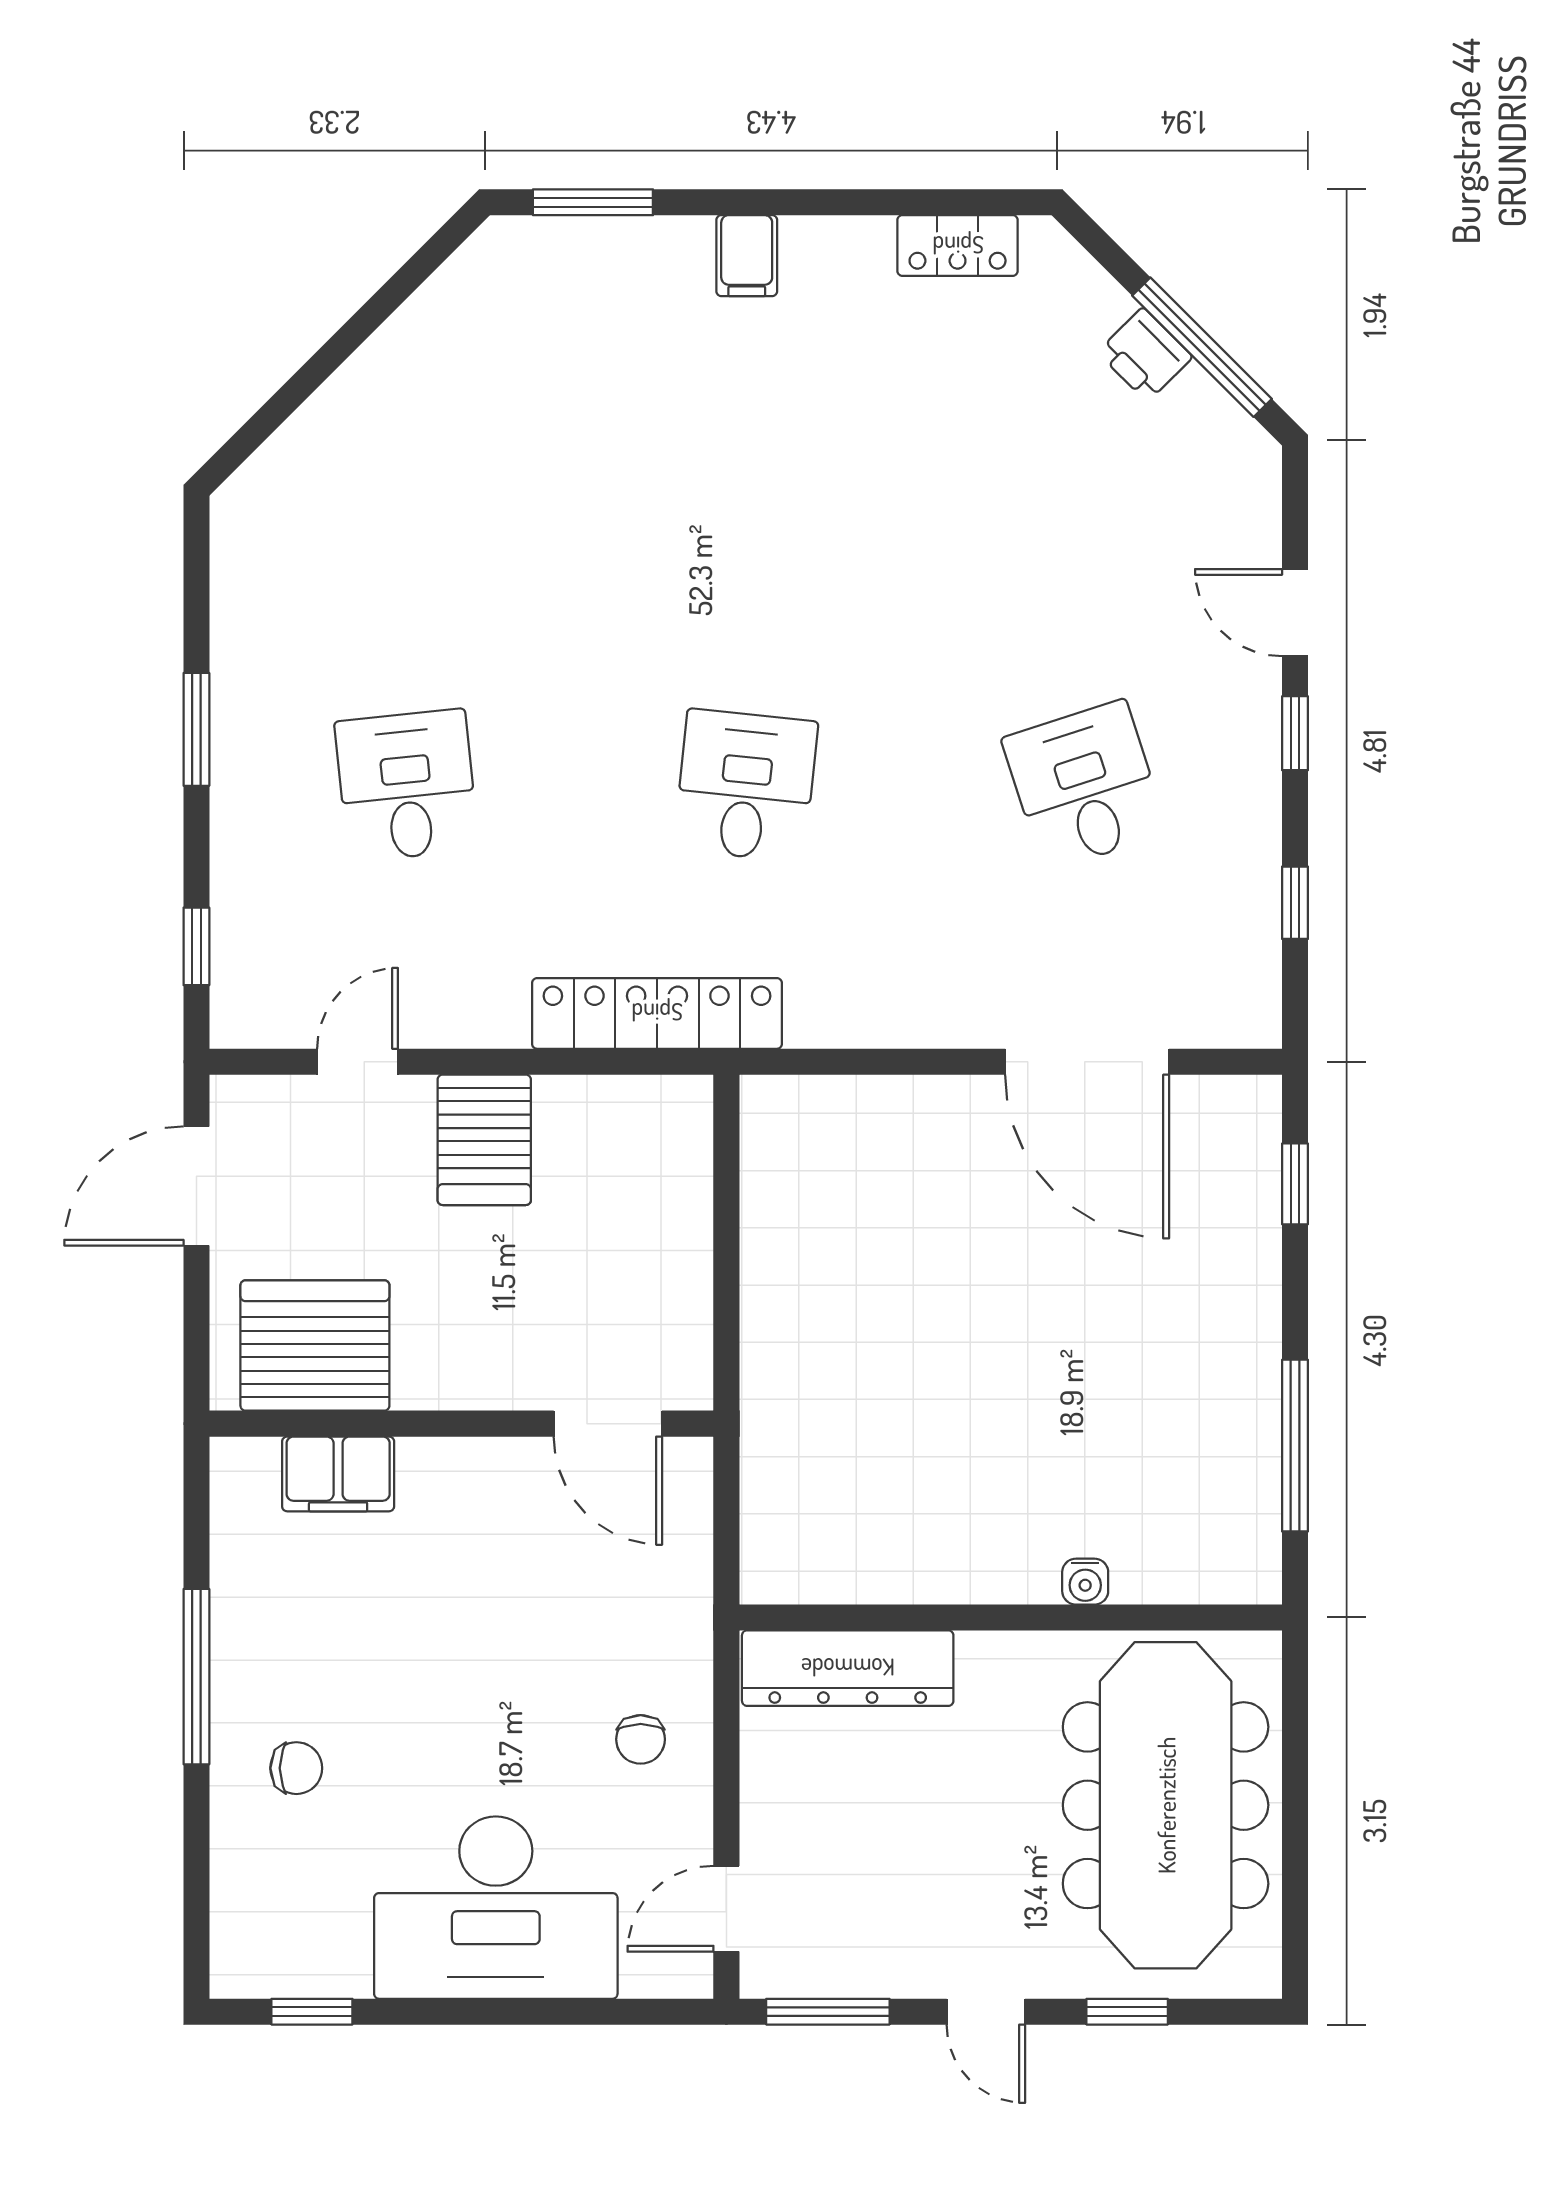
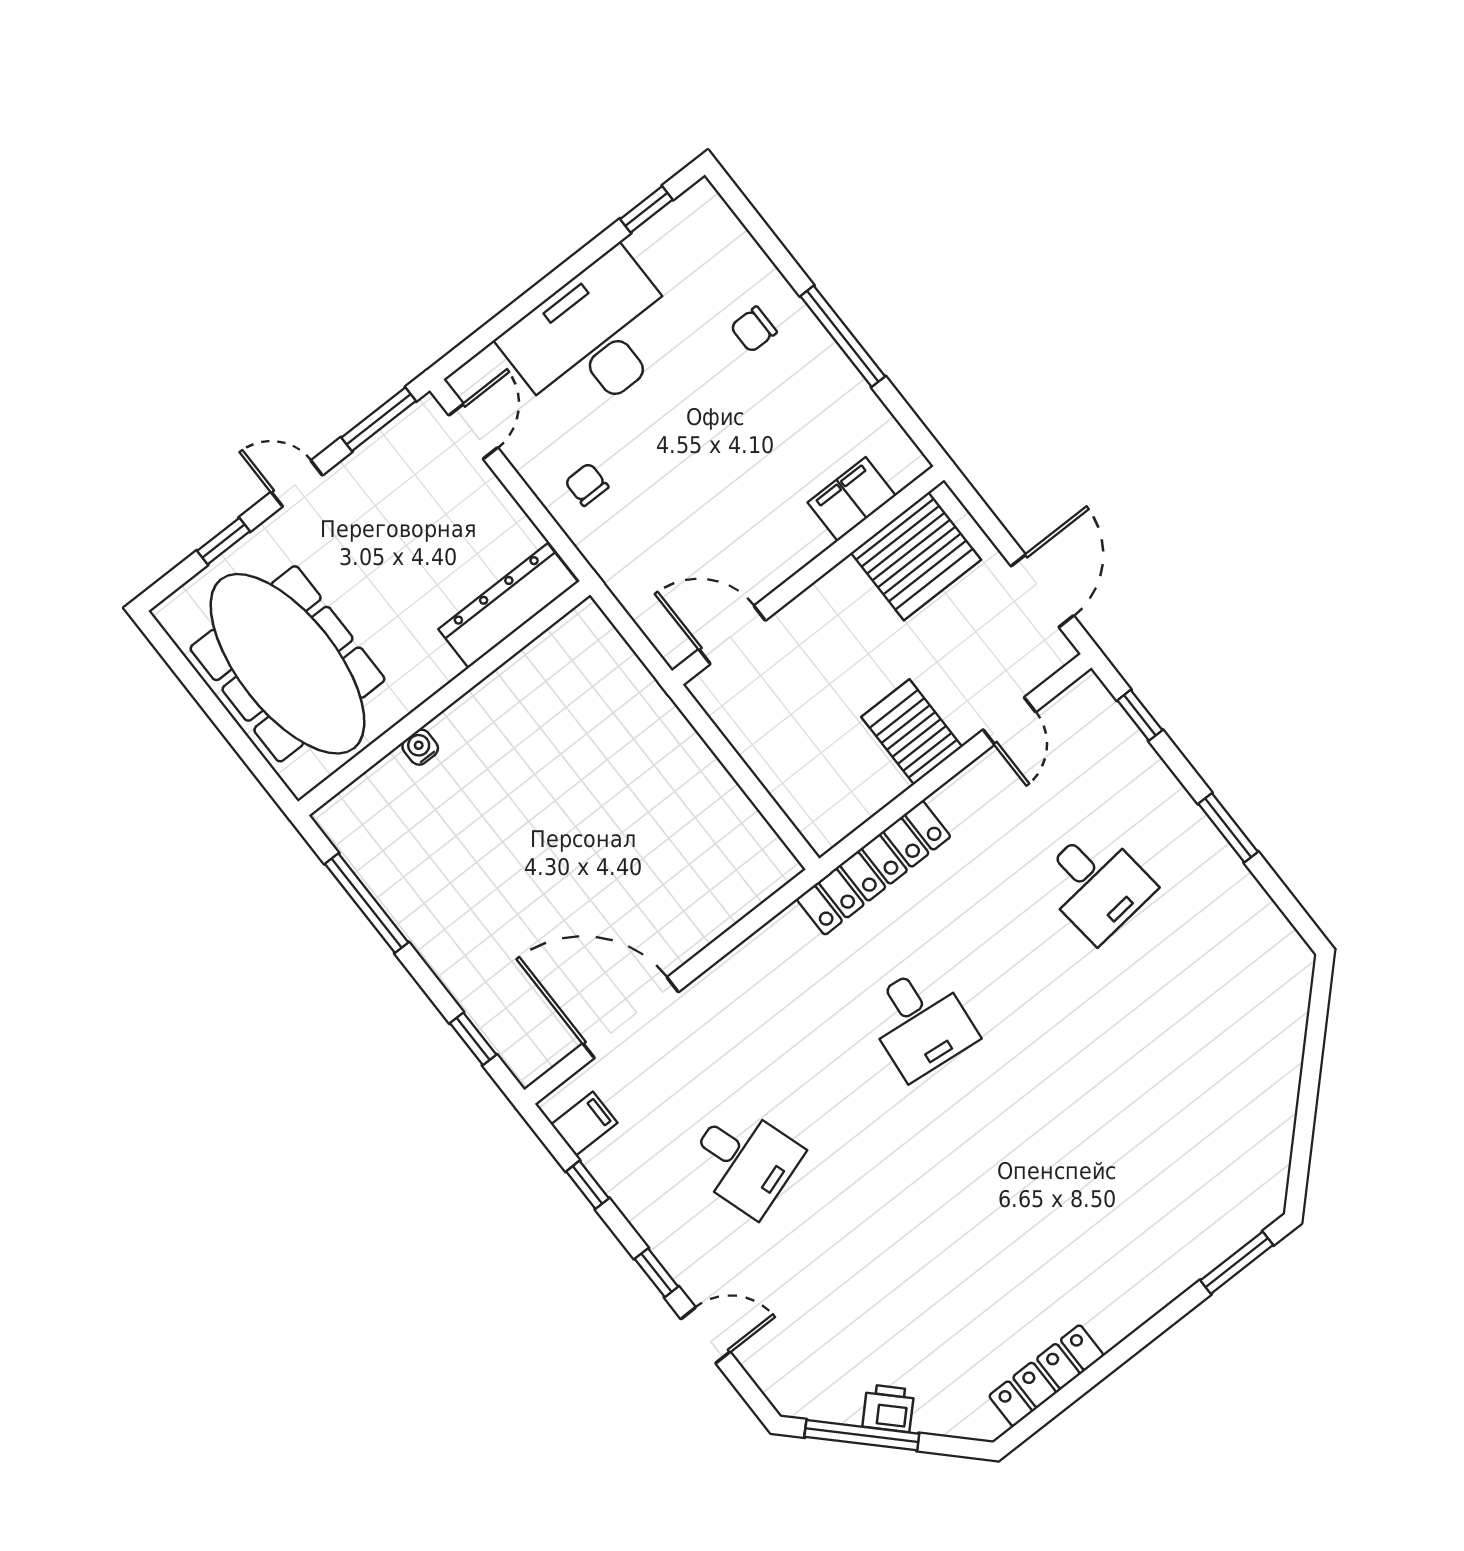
locker: (958, 246) -> (1046, 1376), width x1.53
filing cabinet: (747, 256) -> (584, 1124), moved, turned 90

